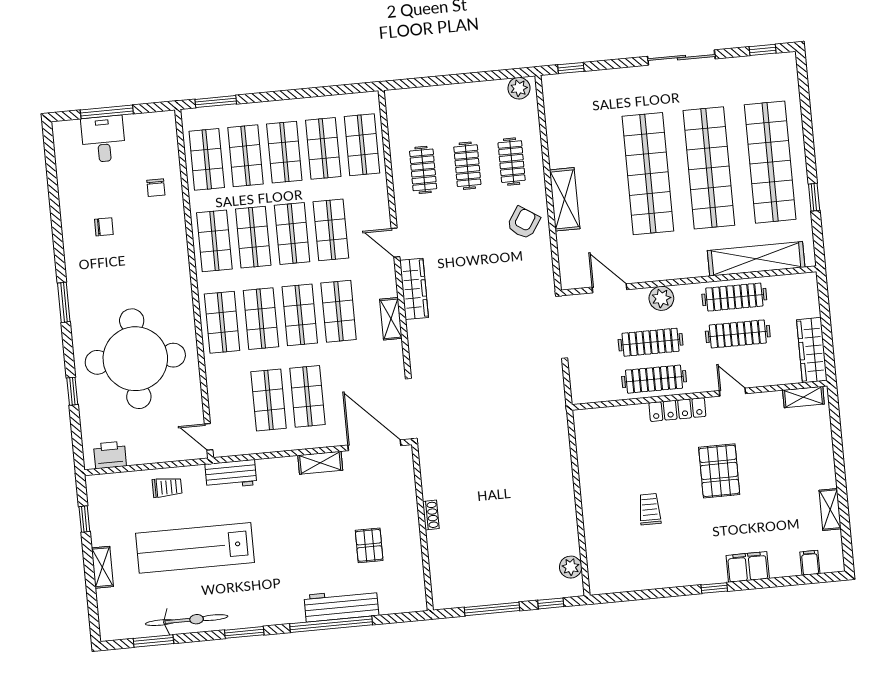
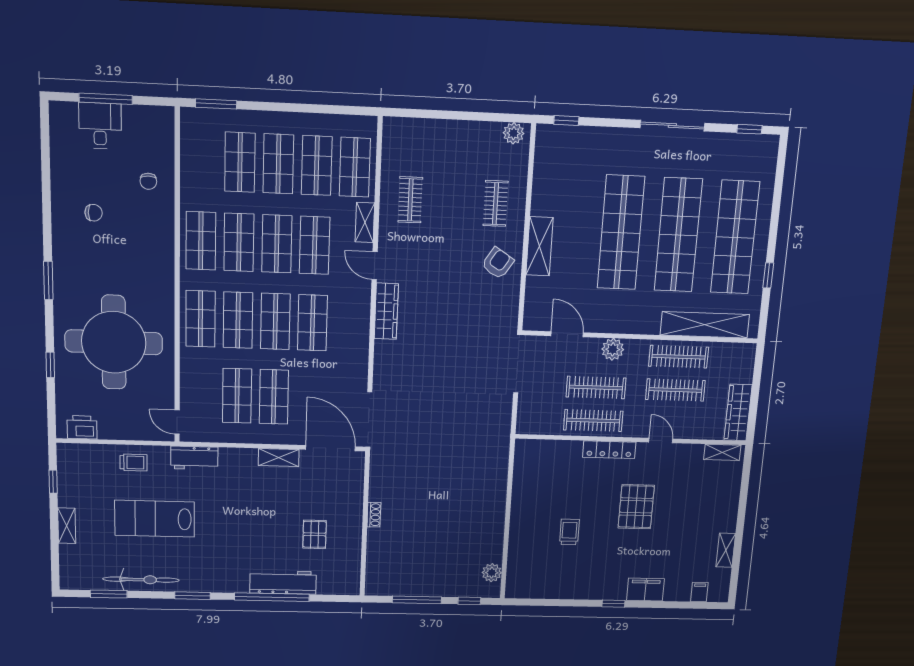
shop shelf: (207, 159) -> (201, 160), removed
clothes rail: (467, 166) -> (453, 202), removed
shelving: (391, 319) -> (365, 222), moved
lab bench: (195, 548) -> (155, 519), width x0.73

